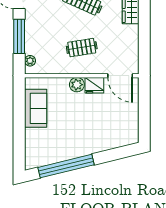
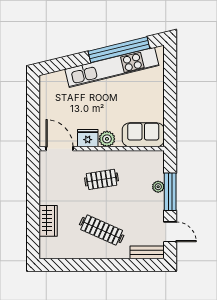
plant: (30, 61) -> (158, 187), moved
sofa: (36, 108) -> (143, 135), moved, turned 90
kitchen unit: (72, 150) -> (112, 67), added

